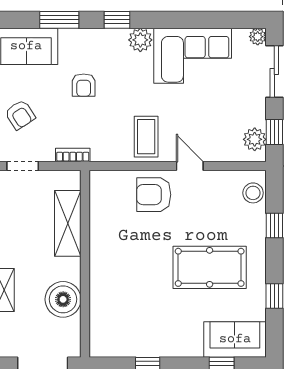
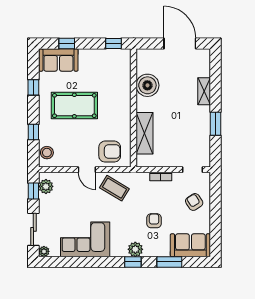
plant: (140, 40) -> (135, 249), moved
coffee table: (146, 137) -> (114, 188), turned -59
shelving: (68, 223) -> (145, 133), moved
wall: (85, 264) -> (134, 108), moved
boiler: (63, 299) -> (147, 85), moved

